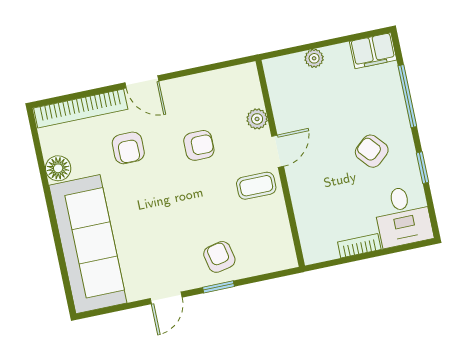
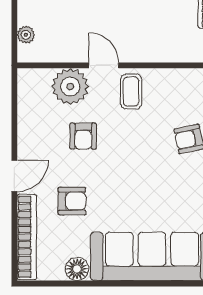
plant: (314, 58) -> (26, 35), moved
plant: (257, 119) -> (70, 86), width x1.87, depth x1.87
armchair: (199, 145) -> (83, 136), turned 180

